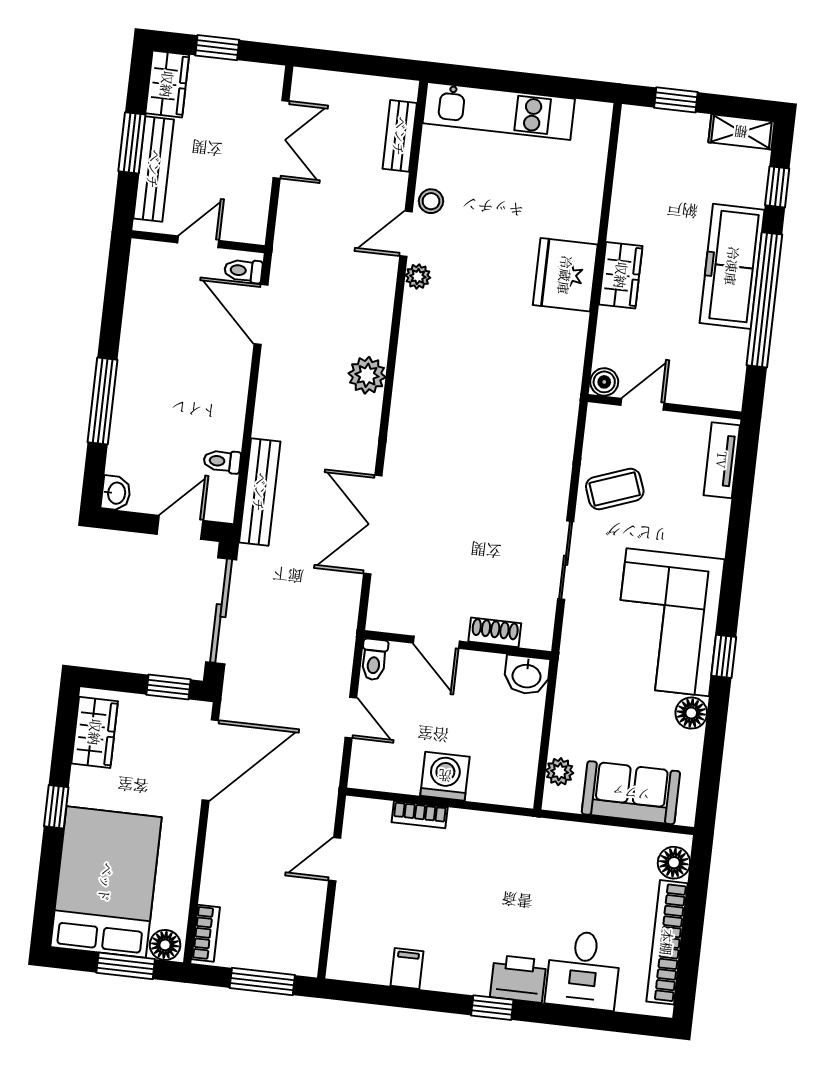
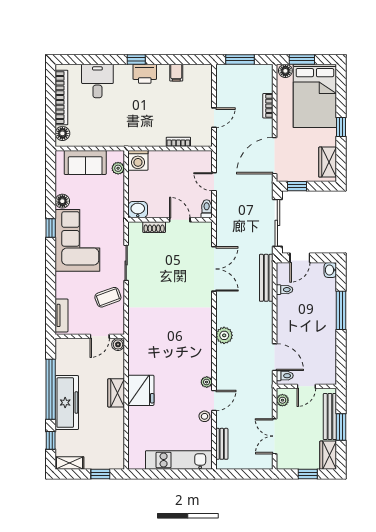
plant: (254, 217) -> (282, 400), added
washing machine: (445, 776) -> (138, 160), moved
bookcase: (206, 933) -> (268, 106), moved
printer: (518, 979) -> (145, 74), moved

